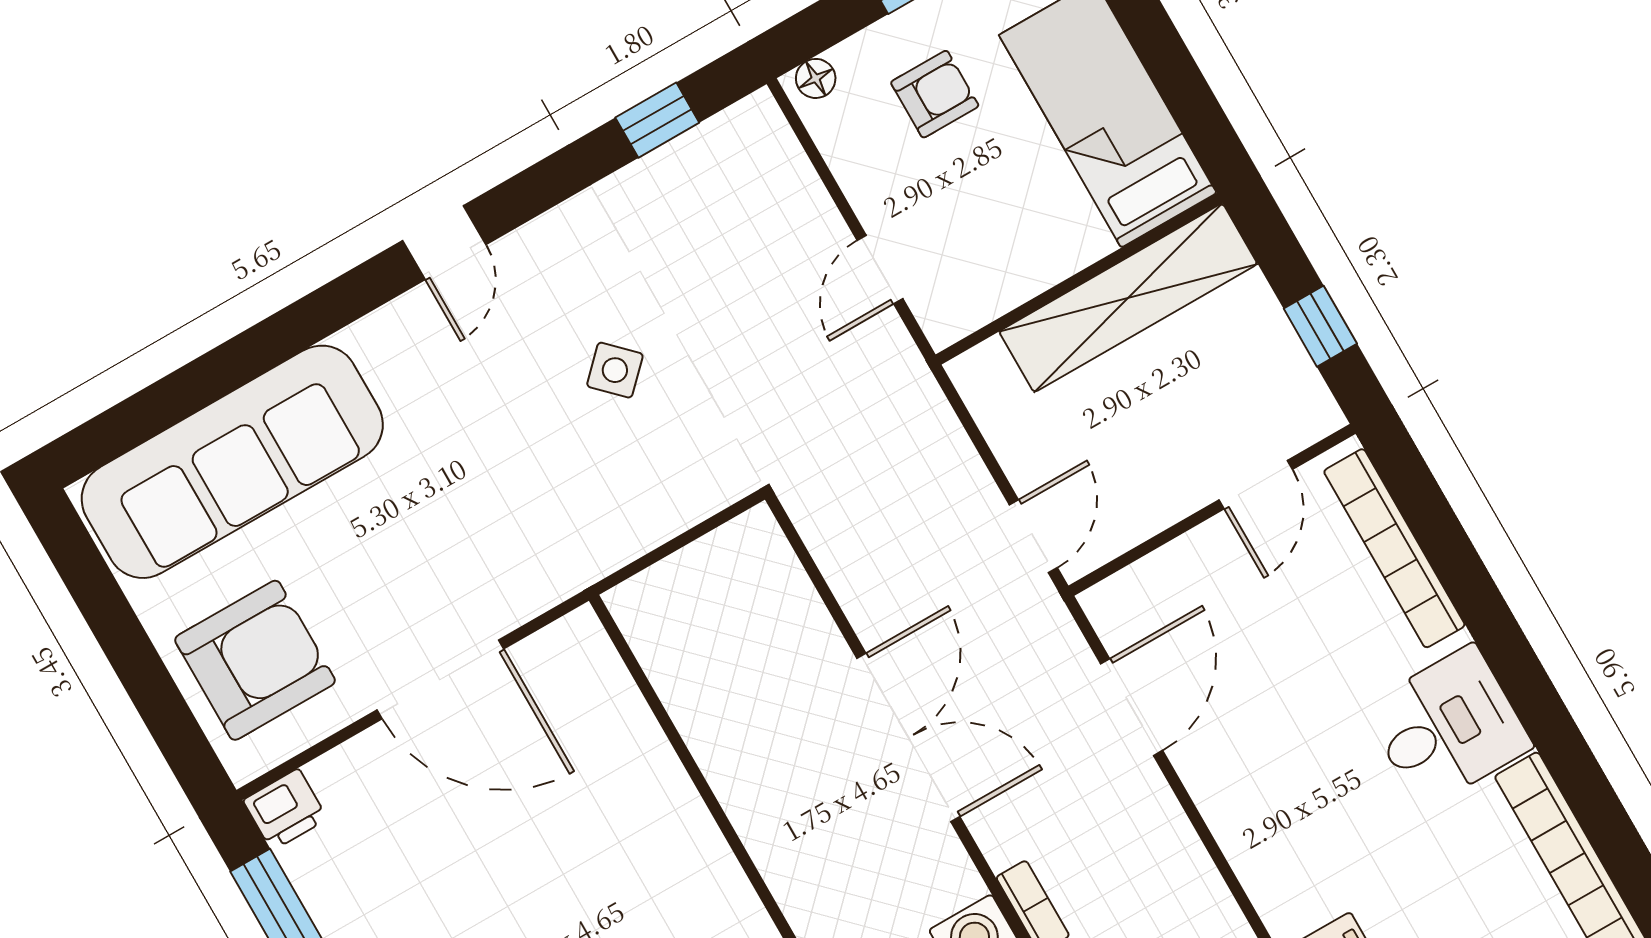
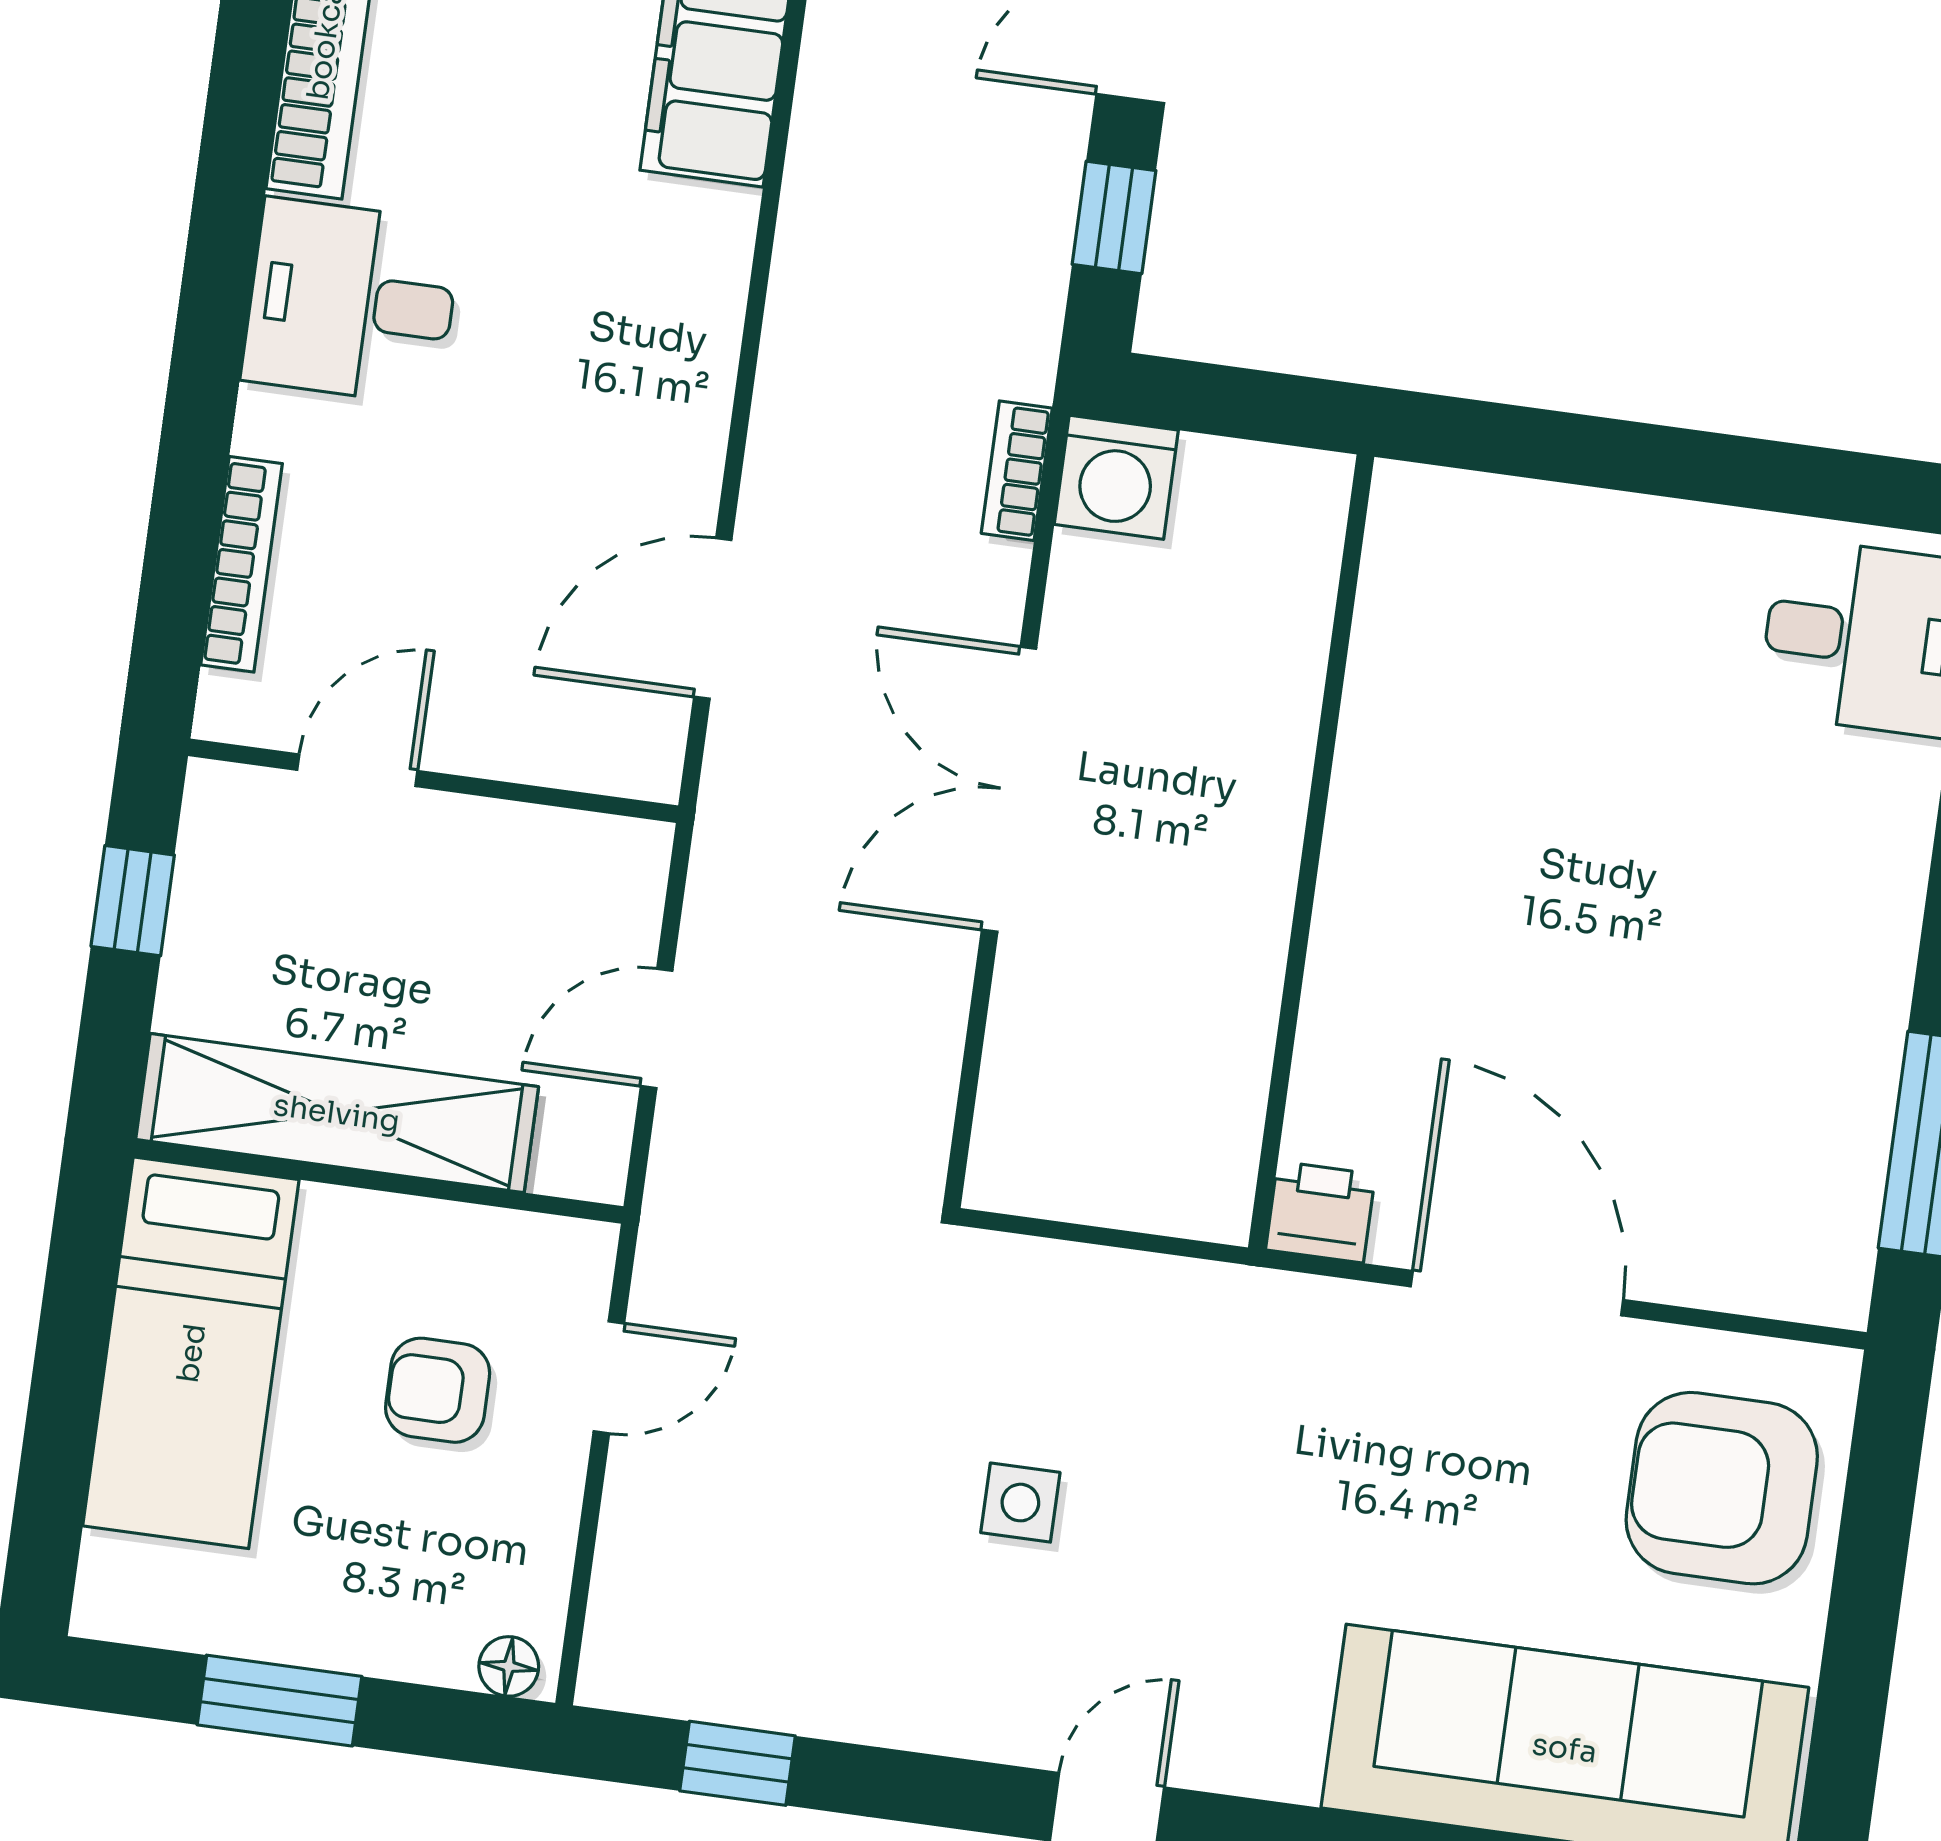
armchair: (935, 94) -> (438, 1390), moved
side table: (615, 370) -> (1020, 1503), turned 45
door: (1033, 536) -> (657, 1028), moved
bookcase: (1394, 548) -> (242, 564), width x0.68, depth x0.76
printer: (285, 809) -> (1320, 1212), moved

